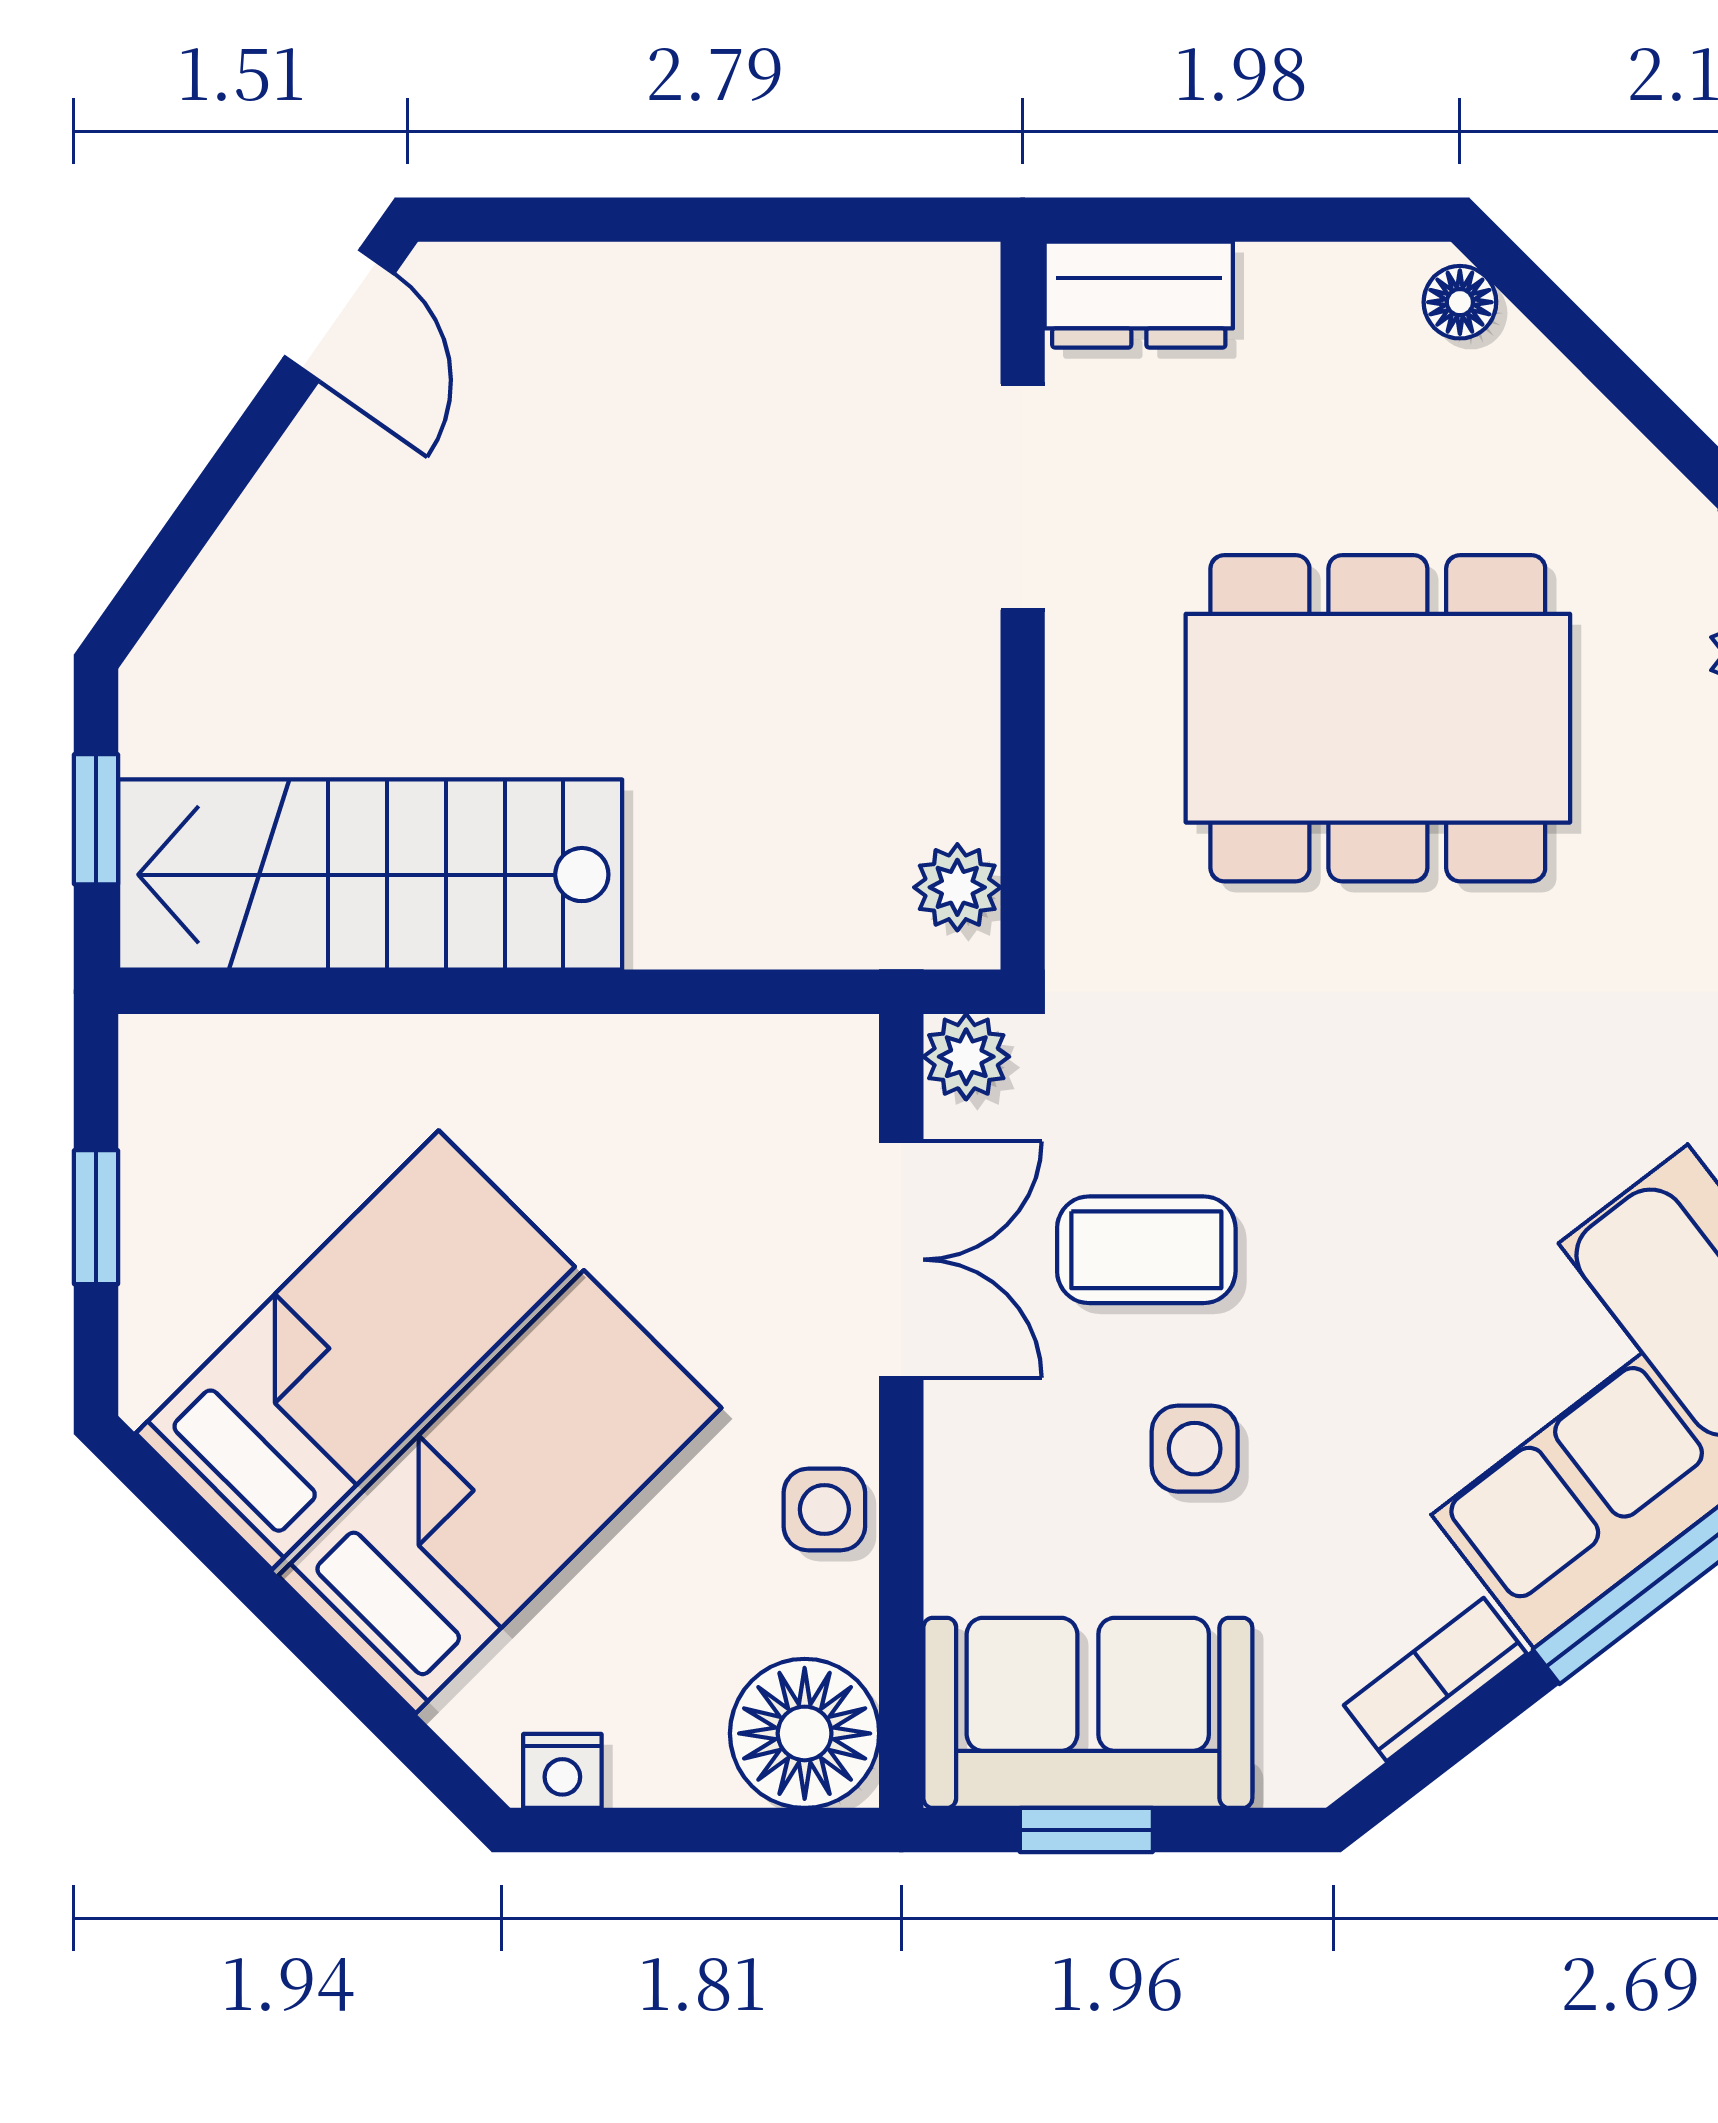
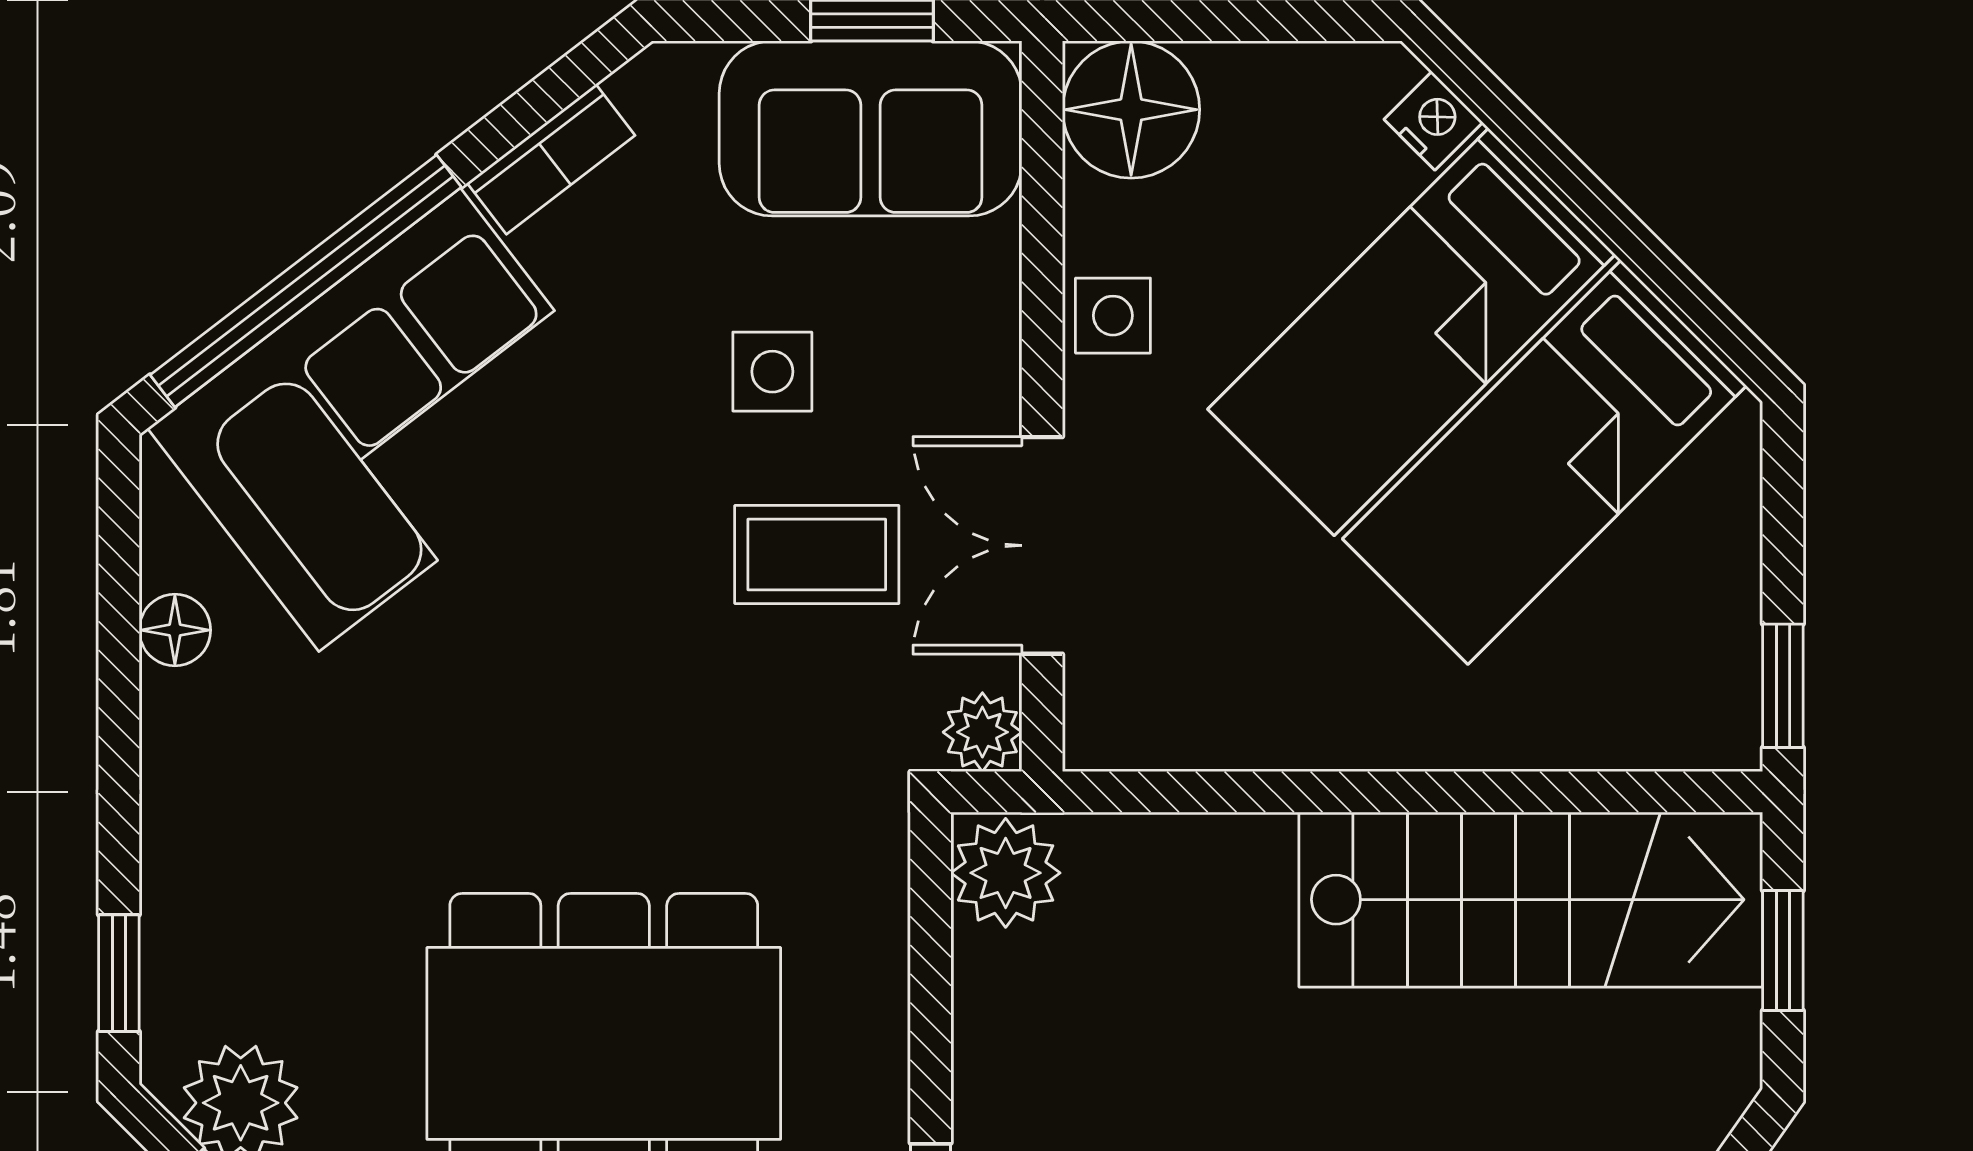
plant: (957, 887) -> (1006, 873), width x1.38, depth x1.38
window: (96, 1217) -> (1783, 686), moved
nightstand: (562, 1771) -> (1433, 121), moved, turned 45

